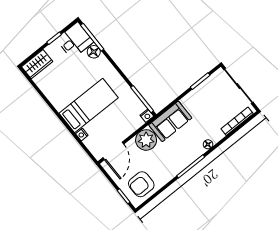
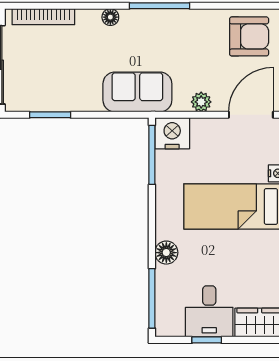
desk: (75, 41) -> (209, 311), moved, turned -90
floor lamp: (94, 52) -> (166, 253), moved
nightstand: (147, 116) -> (172, 133), width x1.89, depth x1.79
plant: (146, 140) -> (201, 102), width x0.53, depth x0.53

